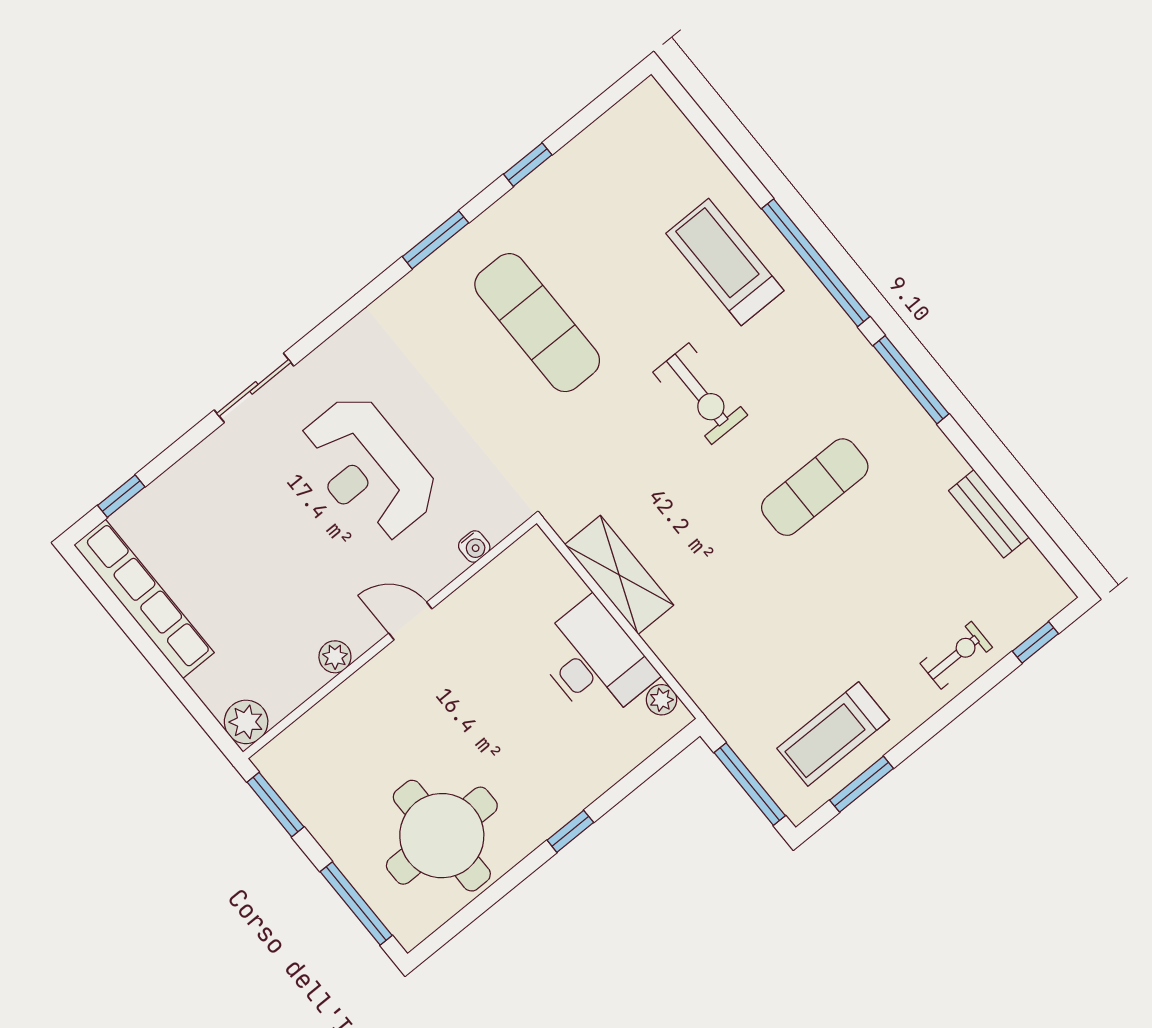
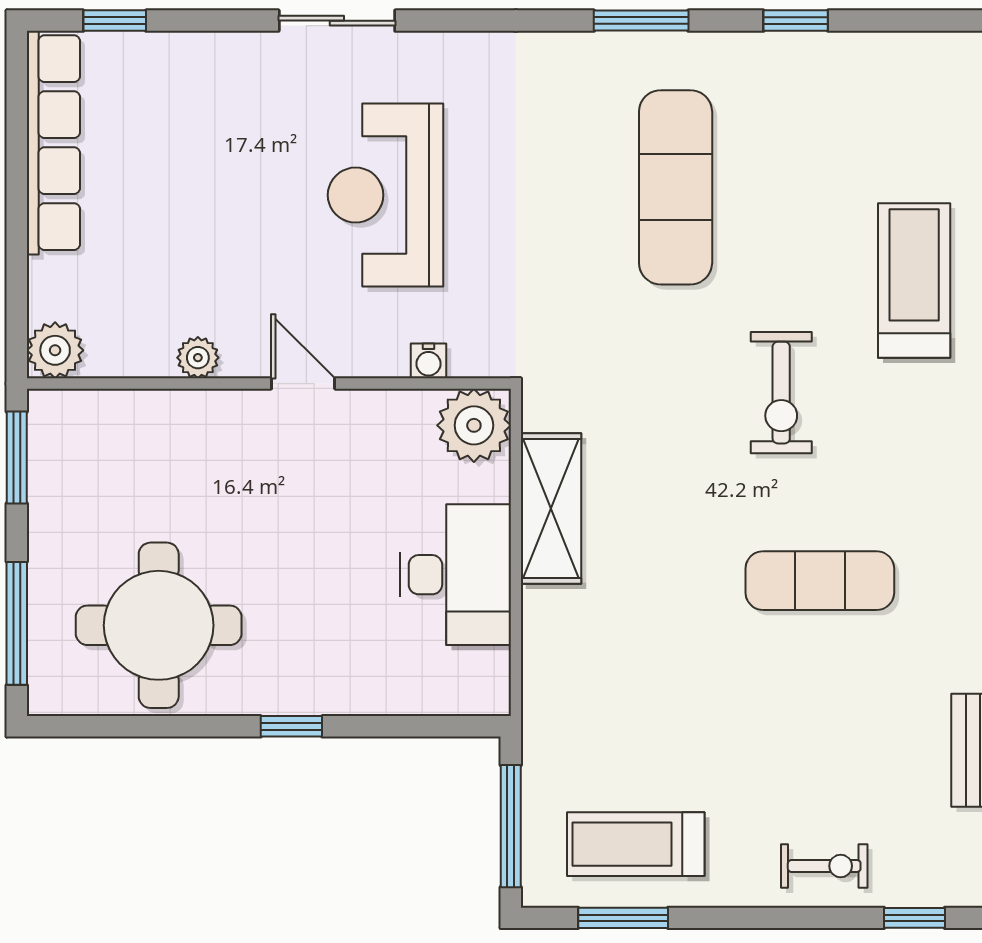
plant: (662, 700) -> (474, 425), moved, width x1.88, depth x1.88

